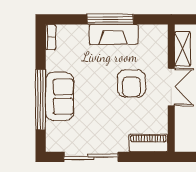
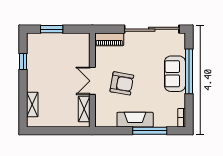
window: (110, 19) -> (150, 131), moved
armchair: (131, 83) -> (122, 83), turned 100
sliding door: (91, 157) -> (152, 29), width x1.36

